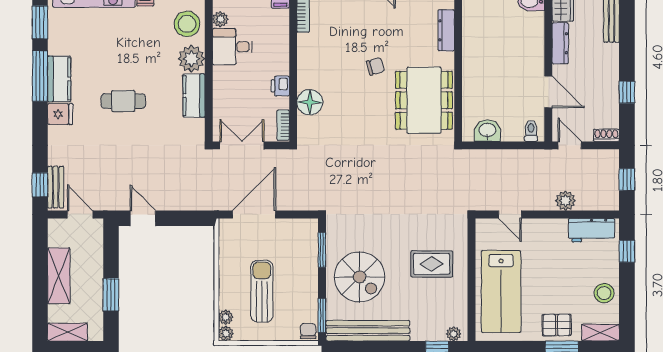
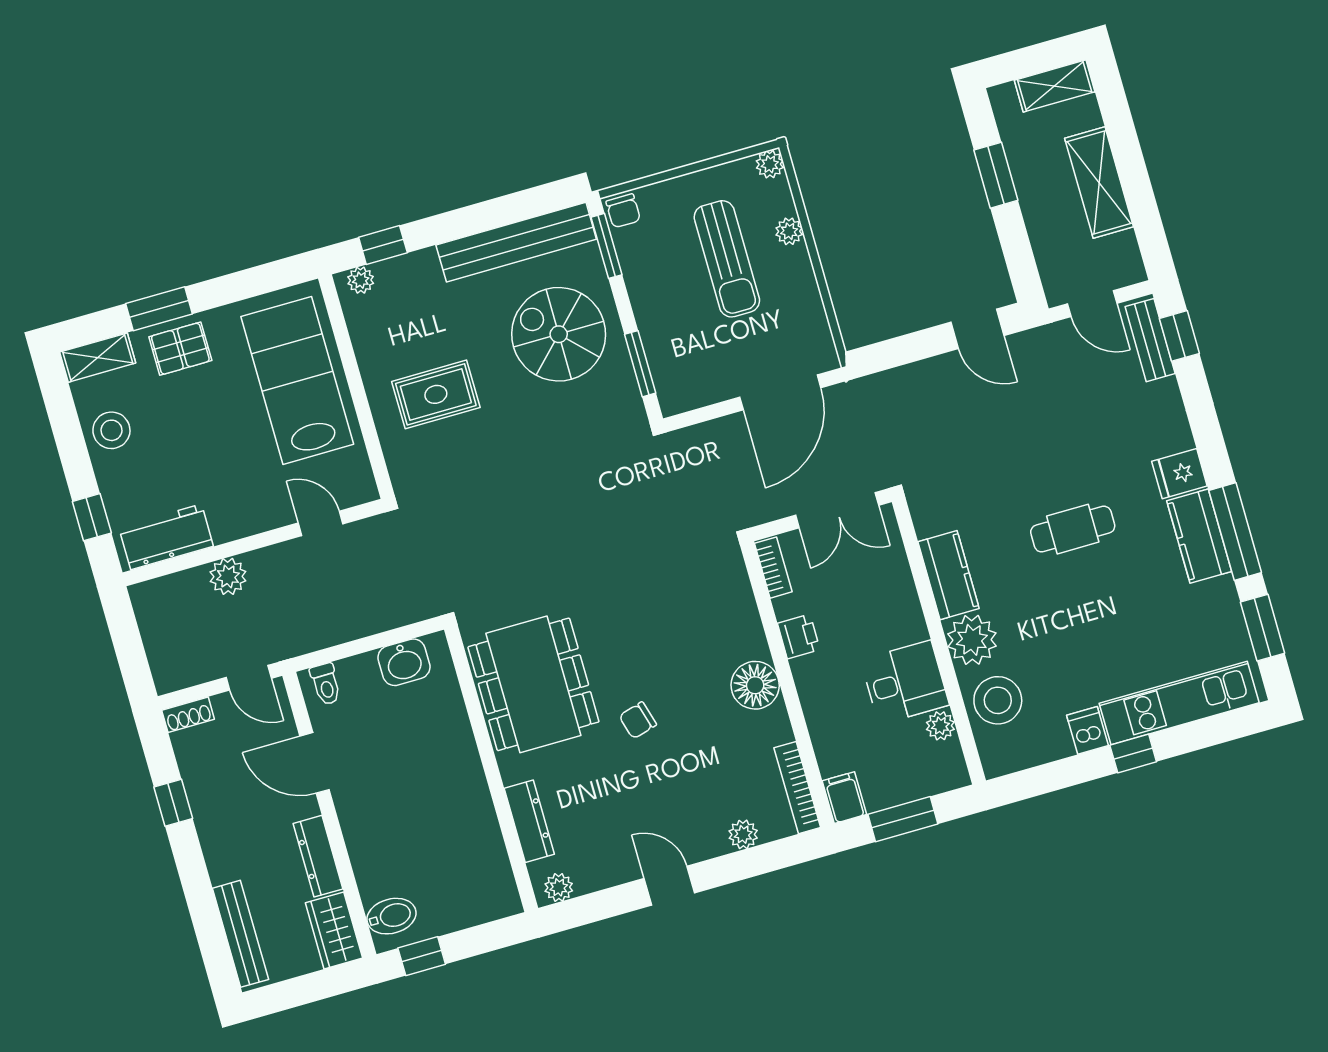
floor lamp: (310, 102) -> (755, 685), moved
window: (627, 179) -> (129, 646), removed
plant: (226, 317) -> (789, 231), moved

